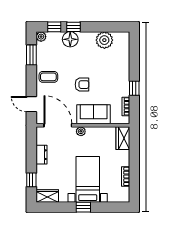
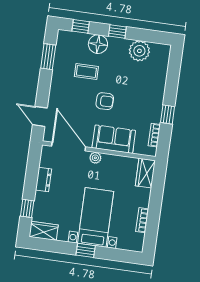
window: (73, 27) -> (117, 31), moved
plant: (41, 37) -> (63, 36), removed
coffee table: (48, 77) -> (86, 72), moved

